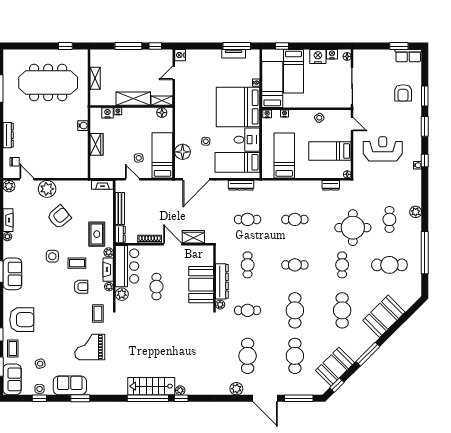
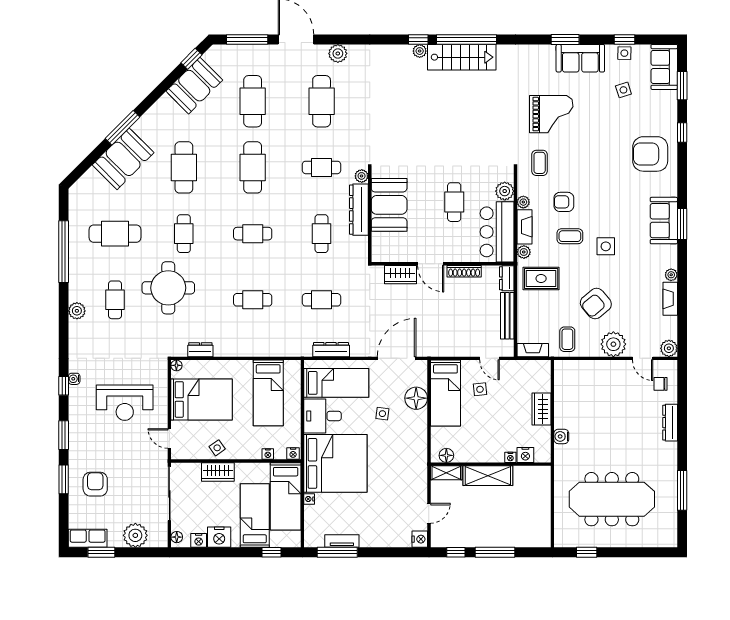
plant: (375, 58) -> (135, 535), added
shelving: (95, 78) -> (543, 505), removed
wardrobe: (319, 101) -> (218, 472), added
bed: (330, 151) -> (202, 399), width x1.50
rug: (97, 234) -> (541, 278), turned 90
coffee table: (13, 349) -> (567, 339), moved
window: (368, 354) -> (122, 128), moved

